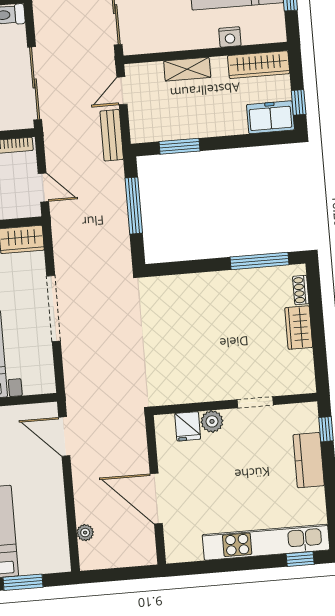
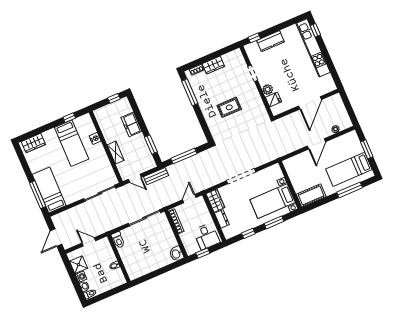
wardrobe: (259, 65) -> (103, 122), removed
freezer: (270, 117) -> (131, 124), moved
rug: (202, 331) -> (229, 107), added
door: (64, 436) -> (316, 144), moved

